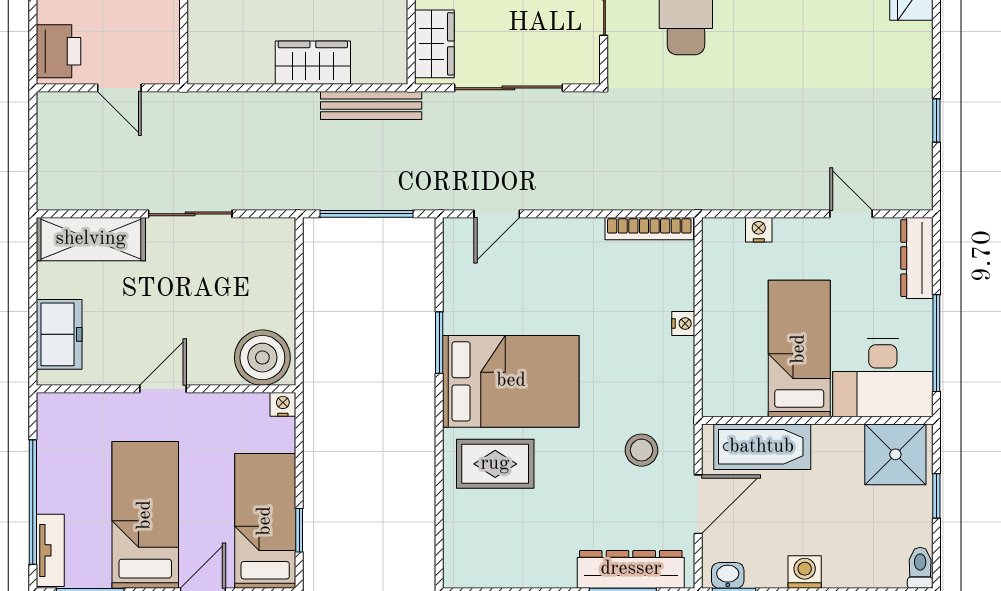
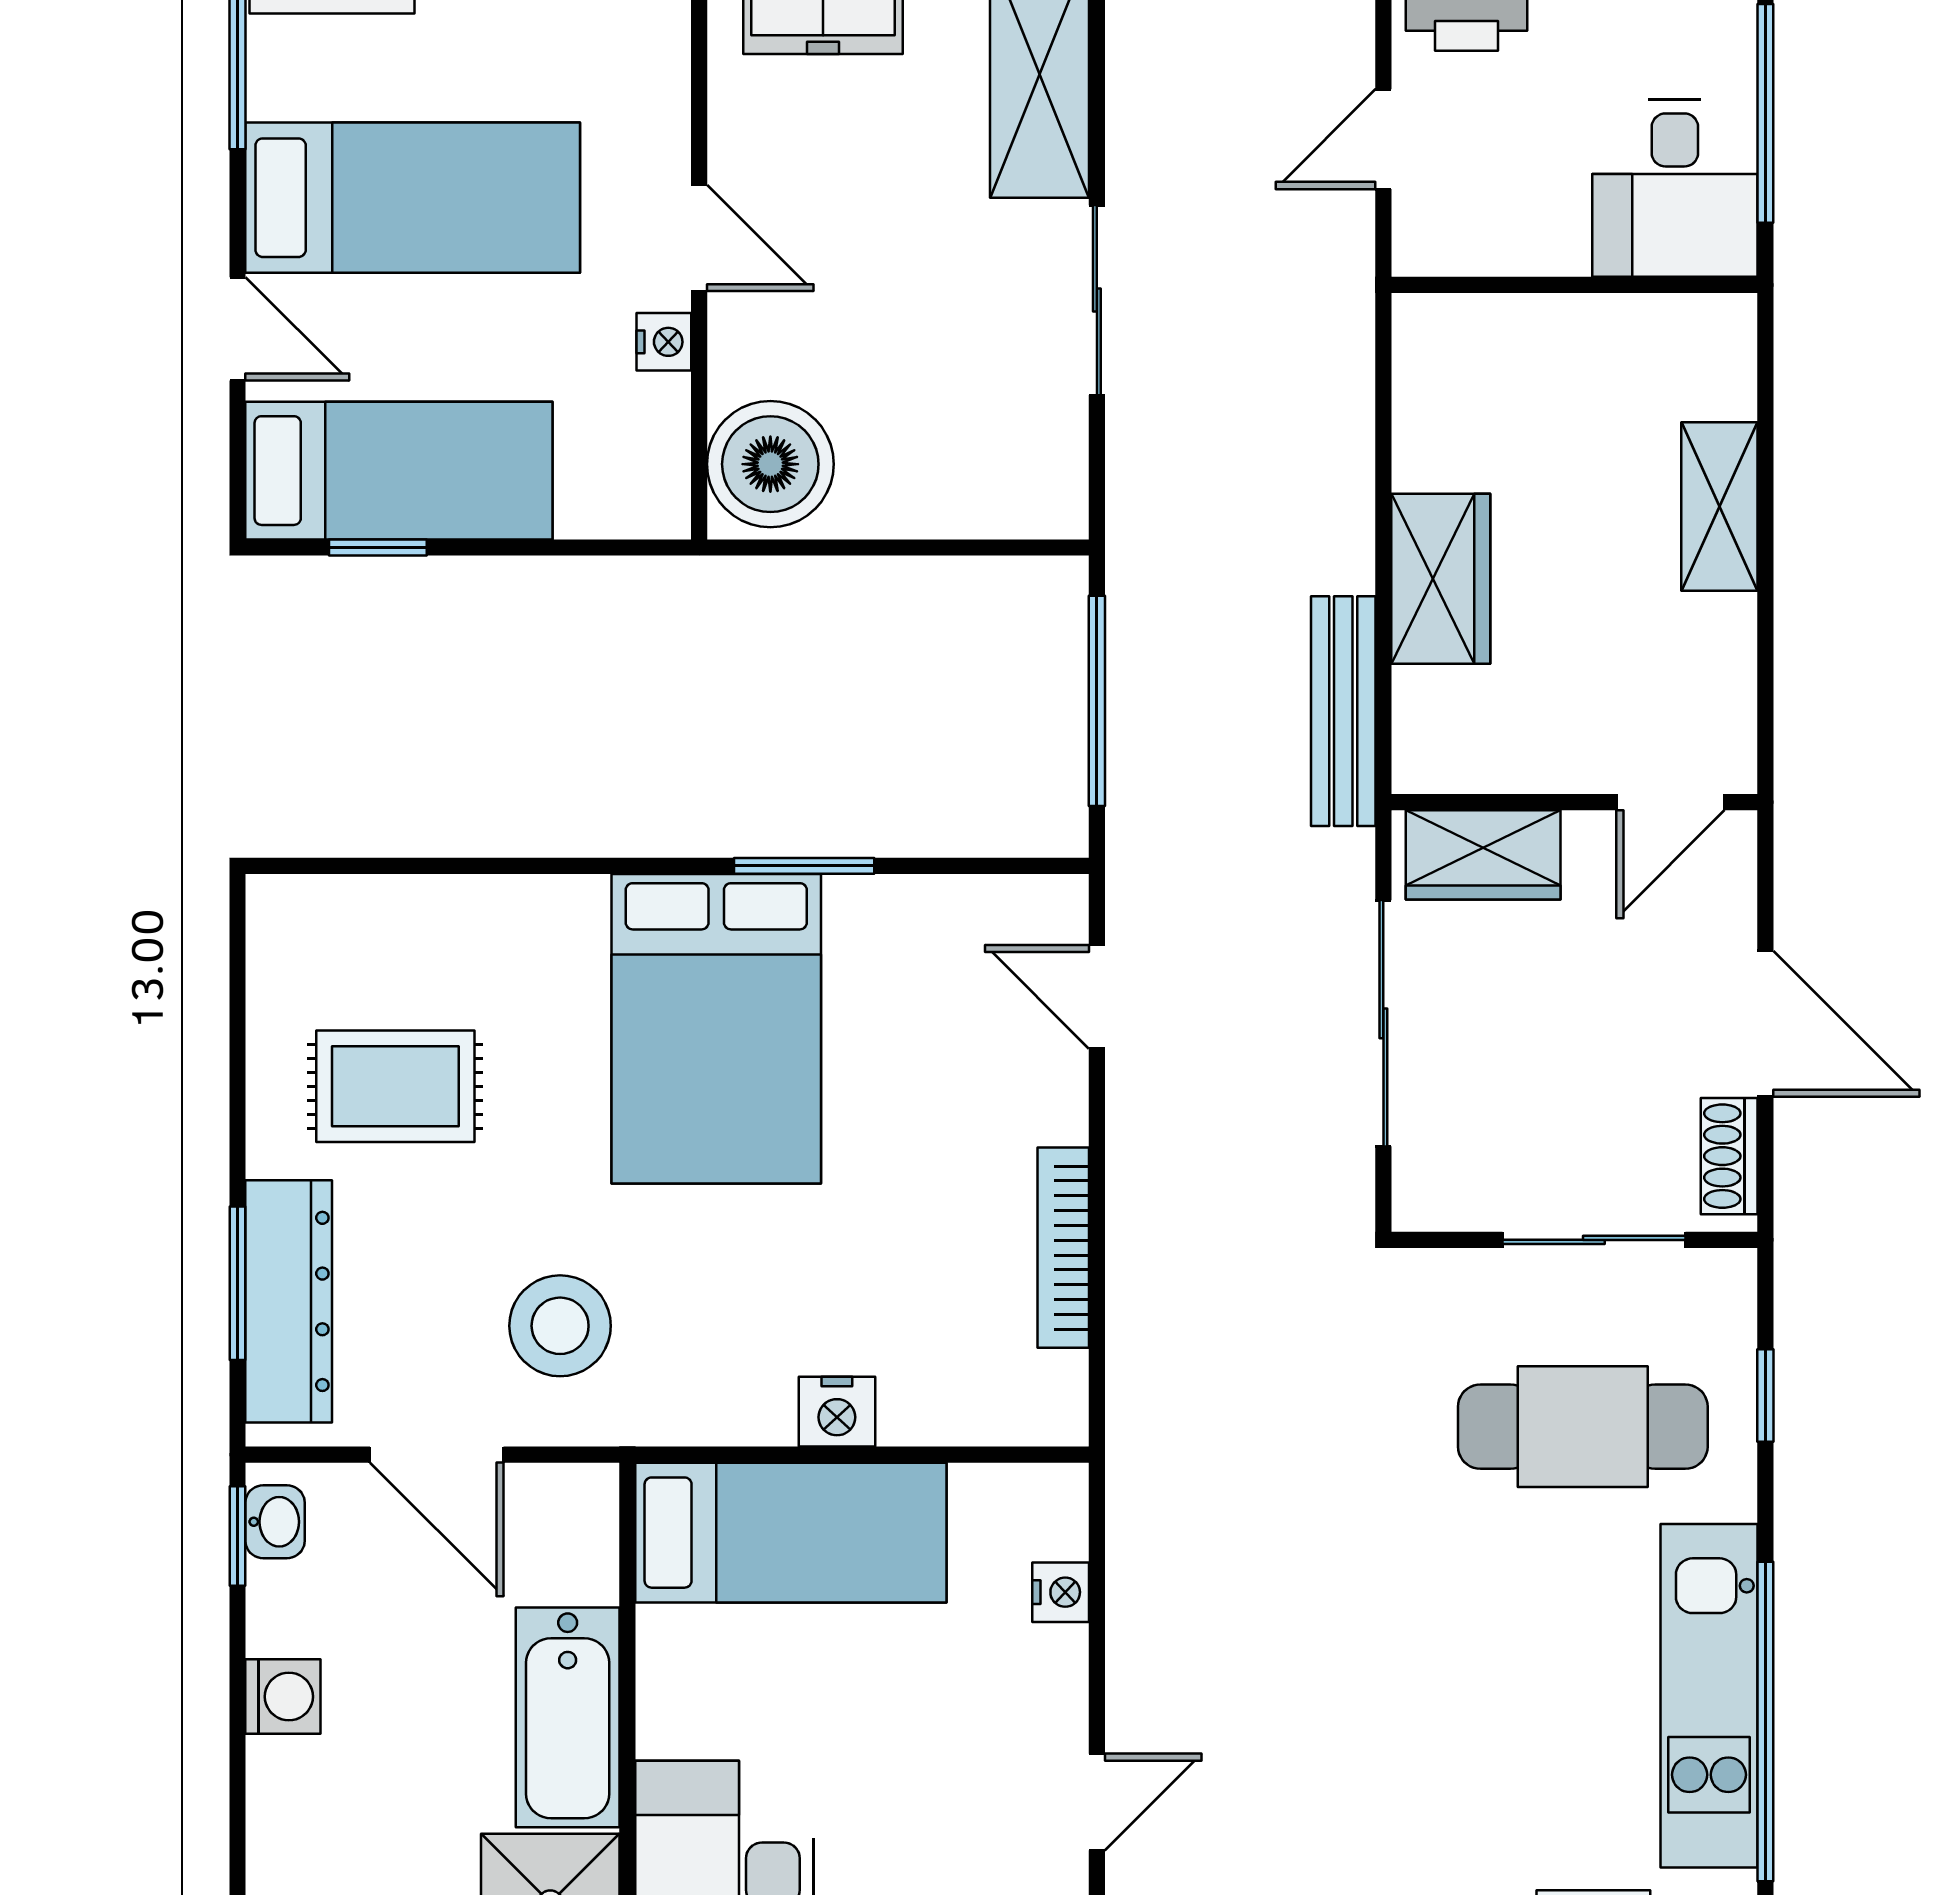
bookcase: (649, 229) -> (1063, 1248), moved
nightstand: (683, 324) -> (837, 1412), width x1.39, depth x1.35
bed: (799, 349) -> (791, 1533), moved
nightstand: (283, 404) -> (664, 342), moved
bathtub: (762, 447) -> (568, 1717), moved
stool: (642, 450) -> (560, 1326), width x1.38, depth x1.38
rug: (495, 464) -> (395, 1086), moved, turned 90

